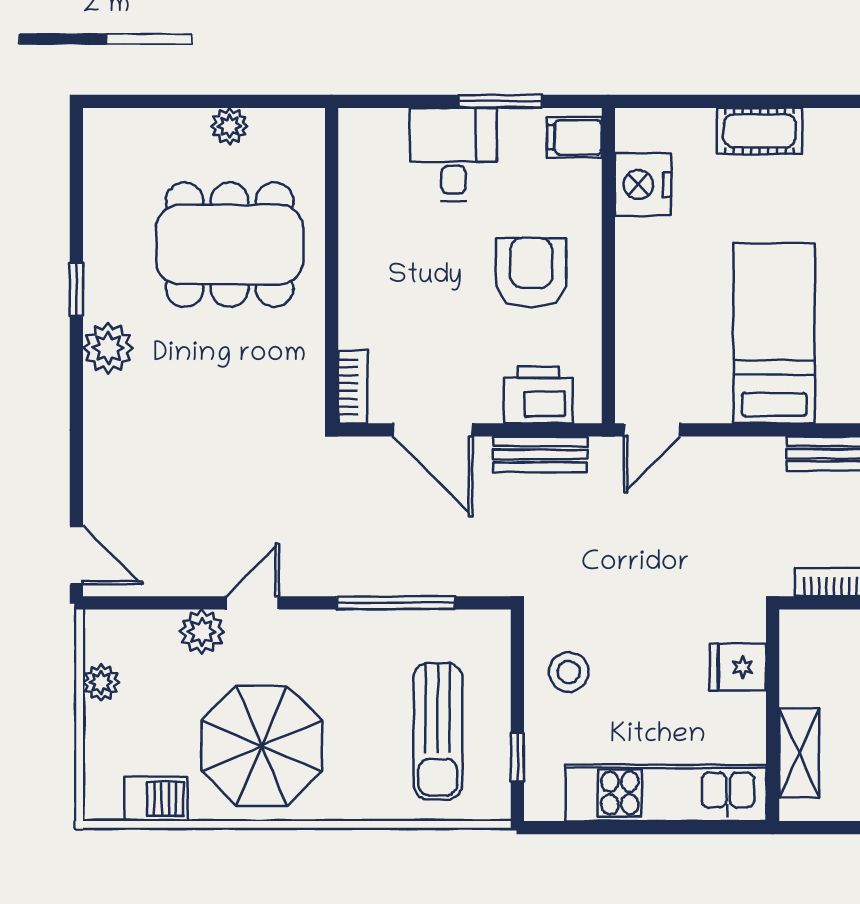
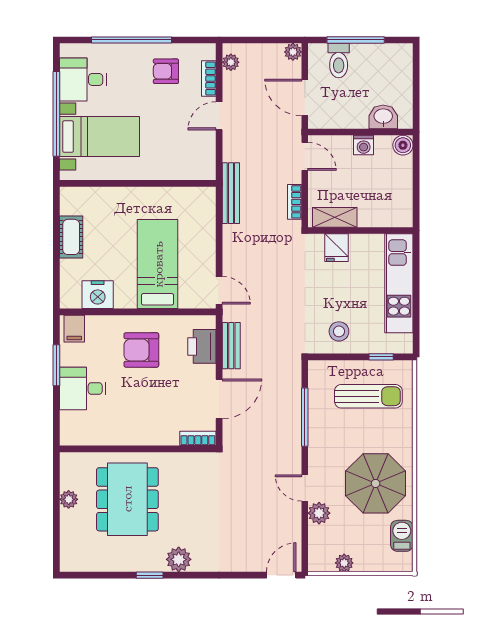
bed: (774, 333) -> (158, 264), moved, turned 90
shelving: (799, 753) -> (335, 217), moved

